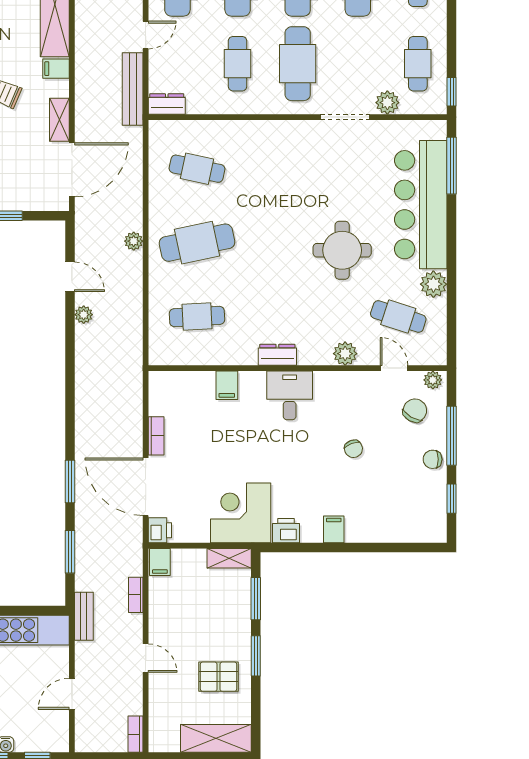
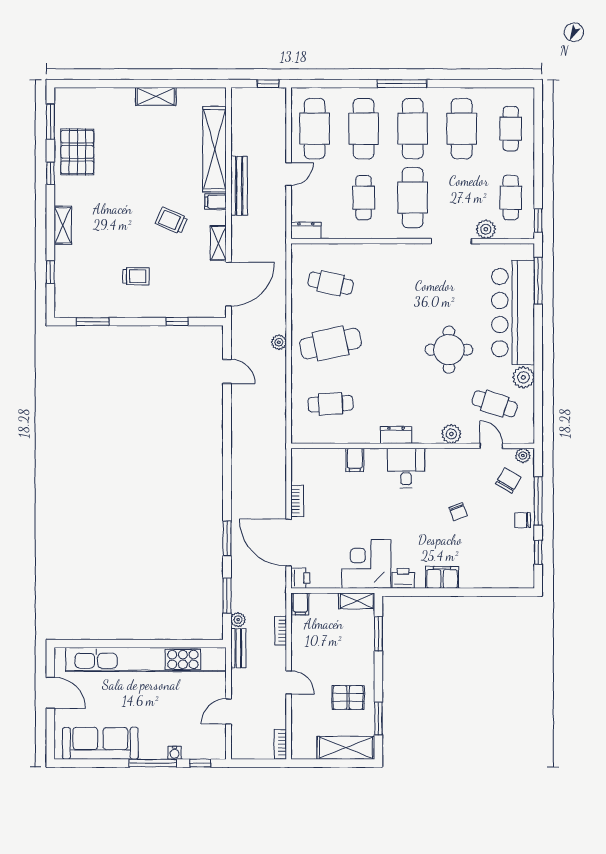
bench: (133, 89) -> (239, 186), moved
plant: (84, 315) -> (238, 620), moved
filing cabinet: (334, 529) -> (442, 577), width x2.00
window: (256, 656) -> (378, 719), moved

